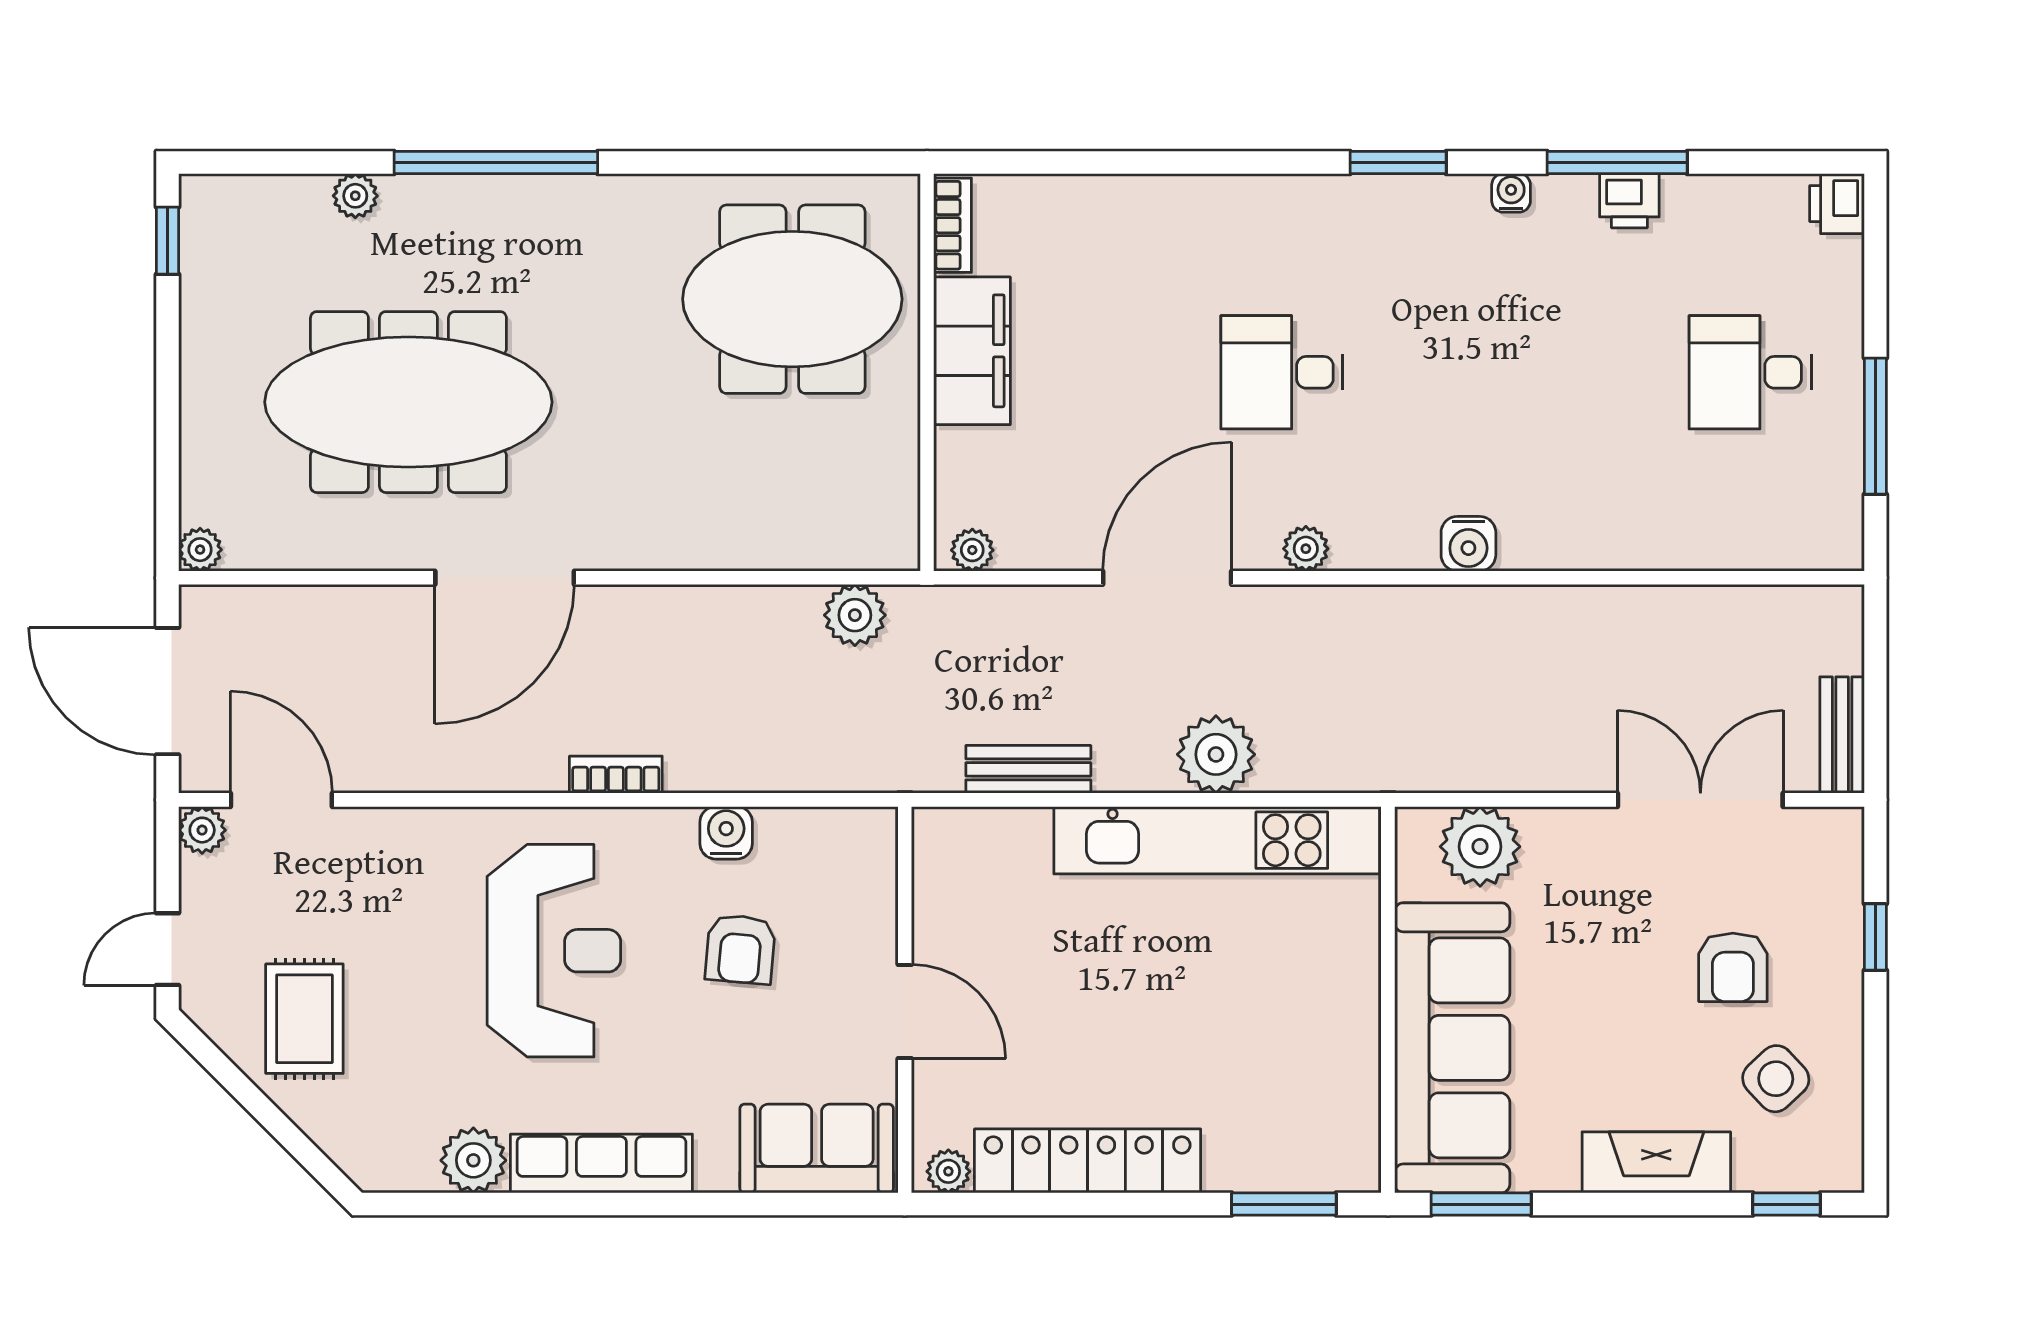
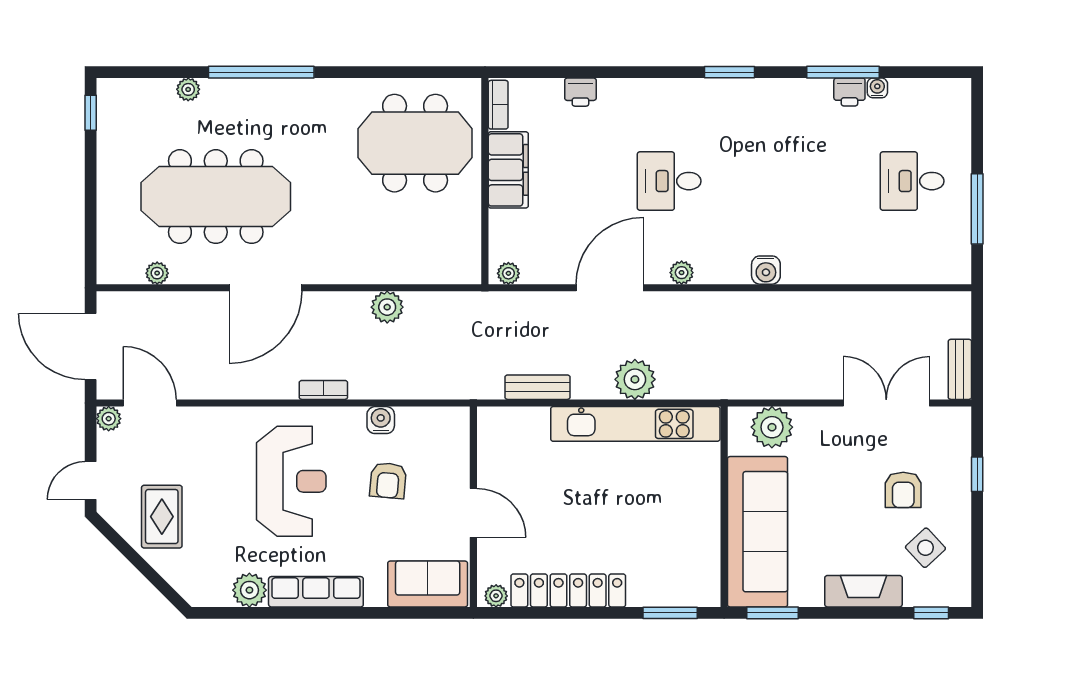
water cooler: (1511, 193) -> (877, 88), moved
printer: (1837, 204) -> (580, 92), moved, turned -90
plant: (200, 550) -> (157, 273), moved
plant: (855, 615) -> (387, 307), moved

